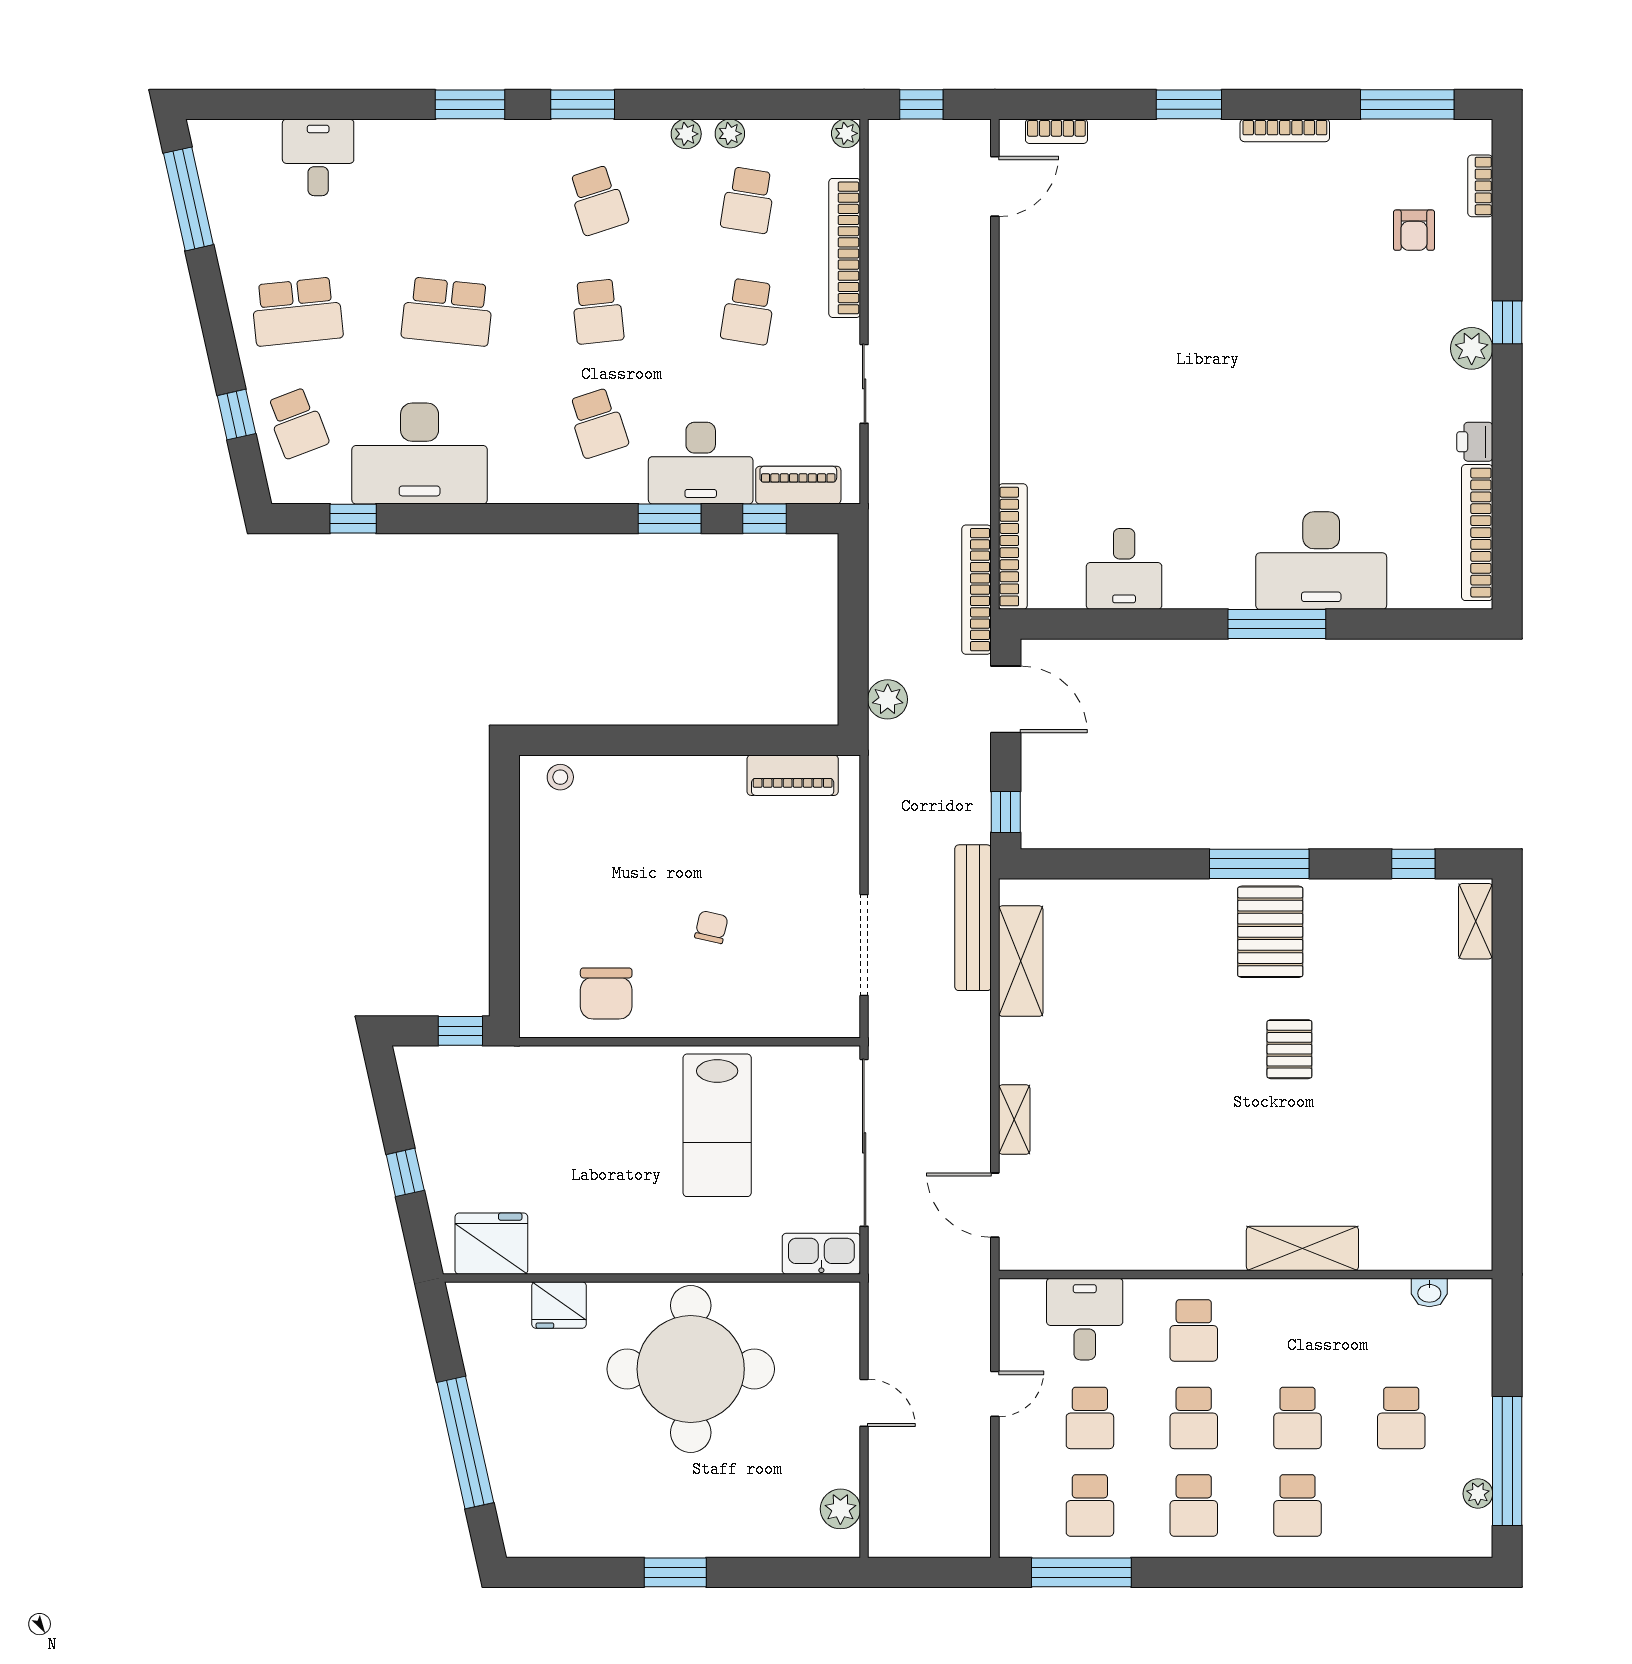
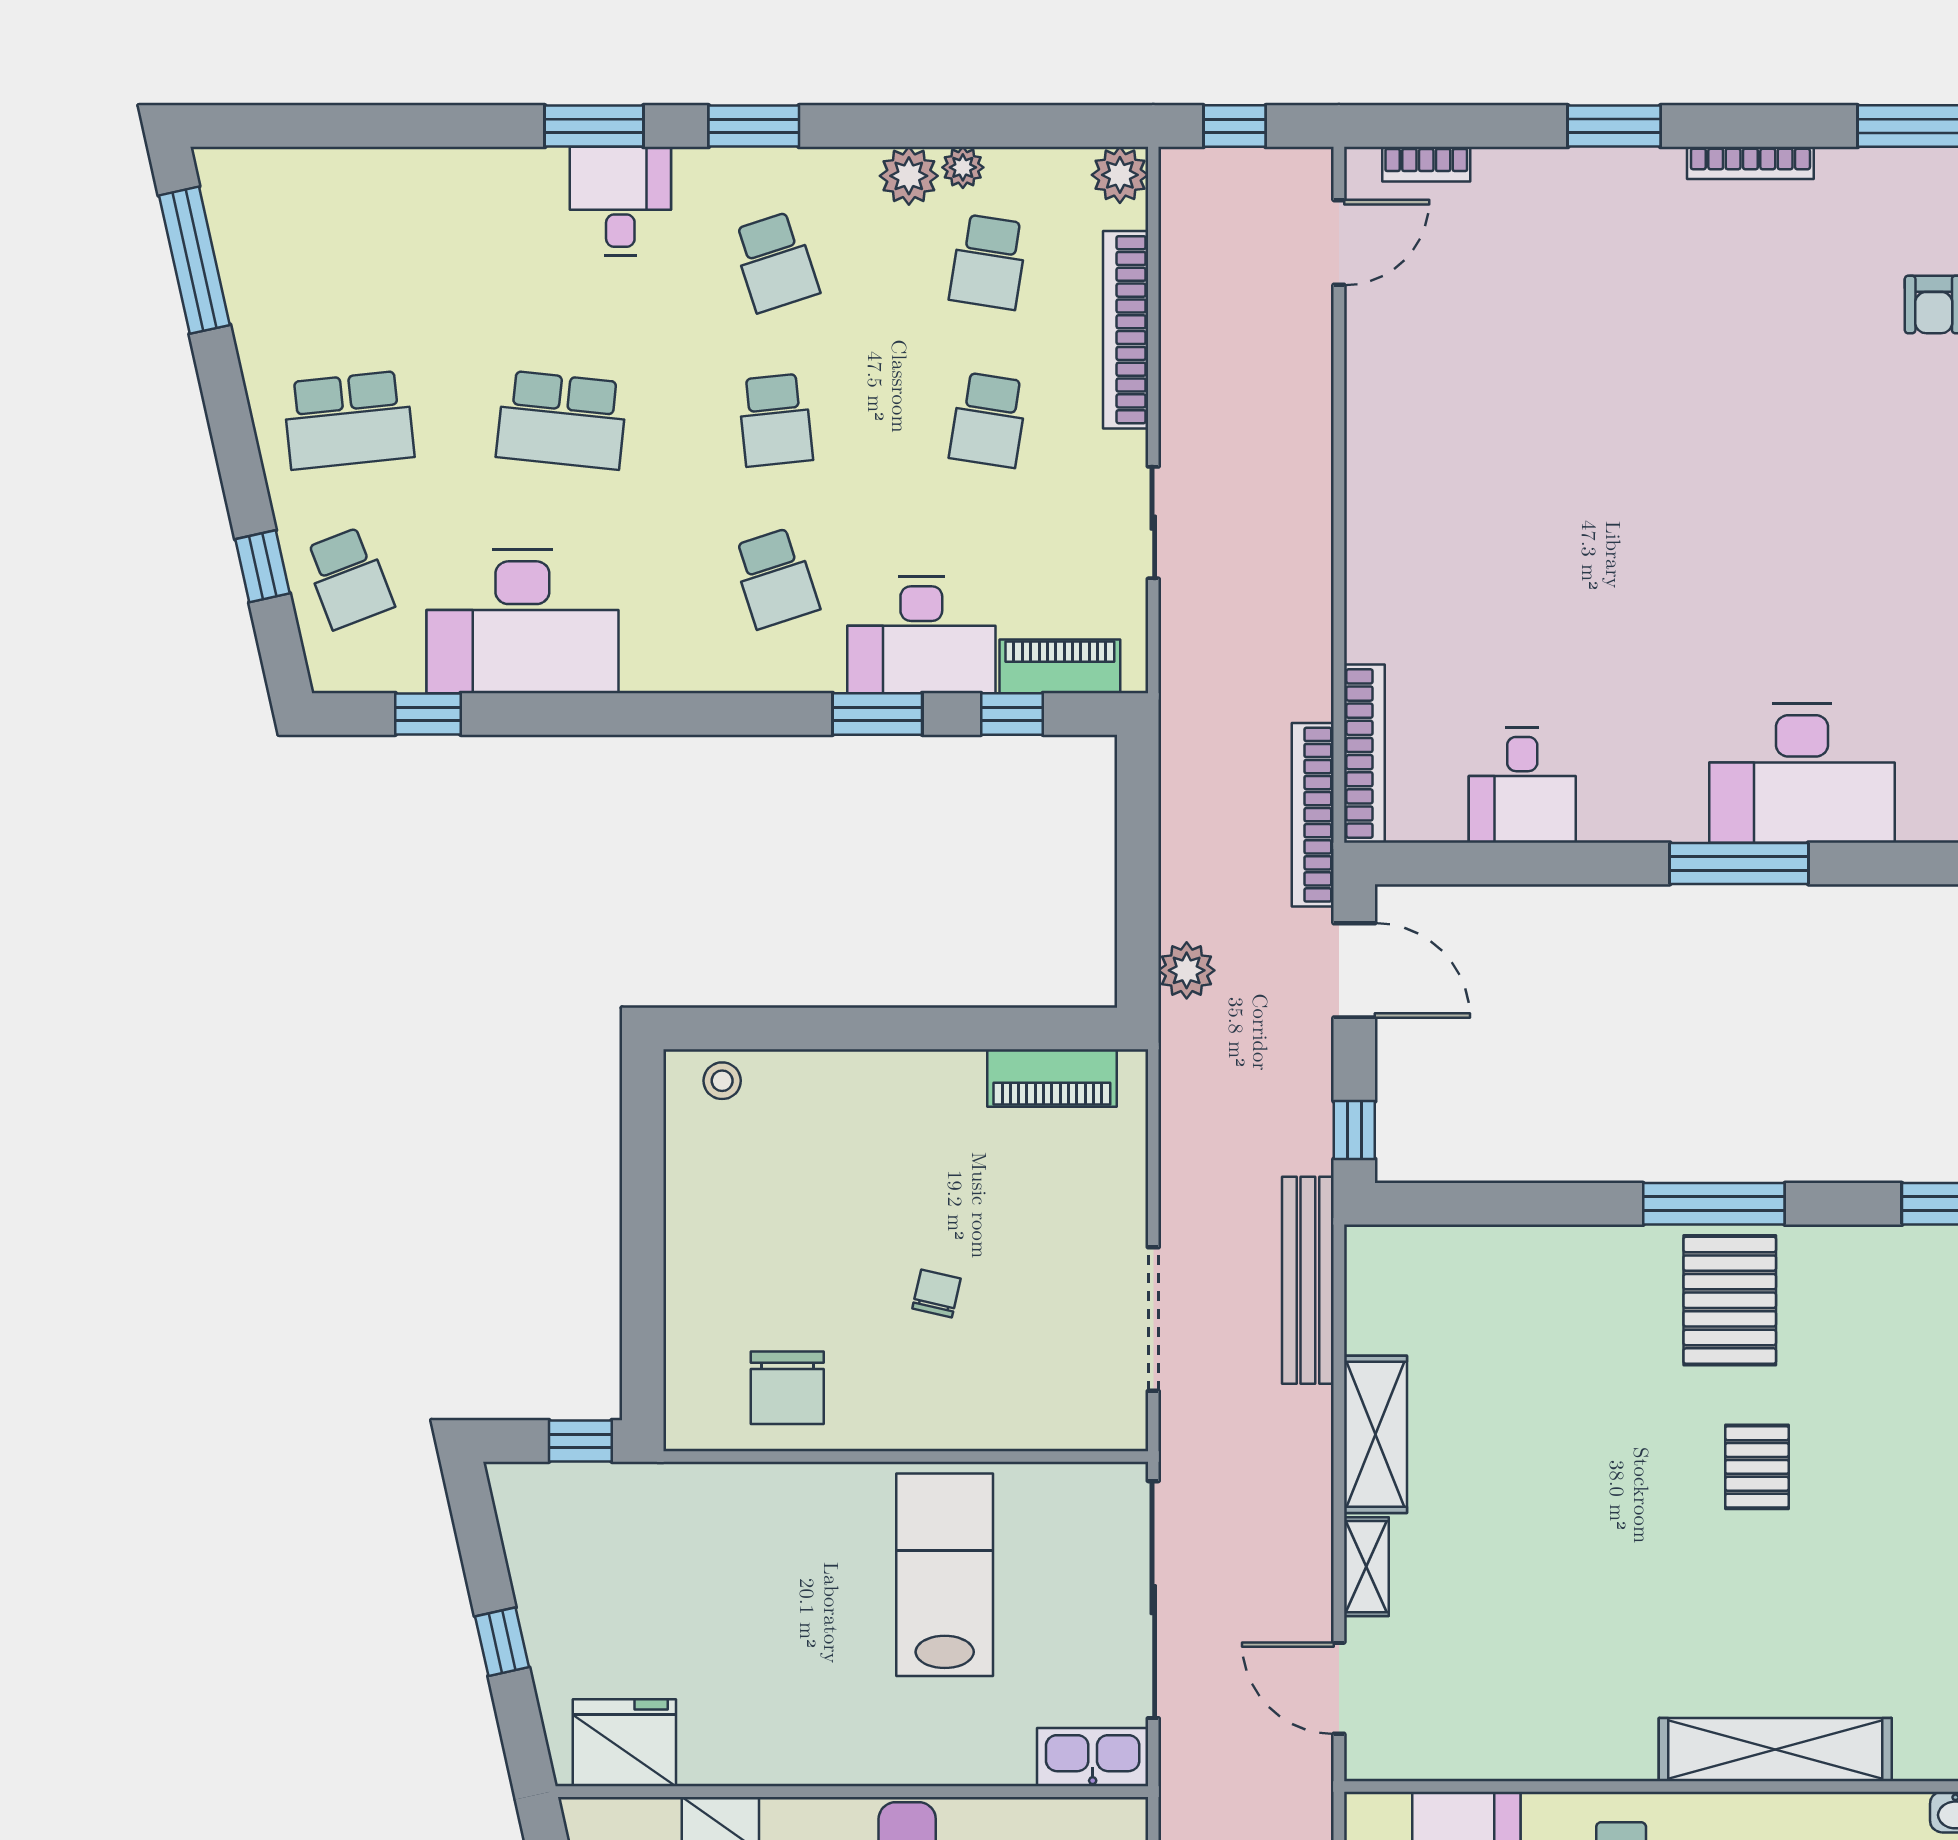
plant: (846, 133) -> (1120, 175), width x1.38, depth x1.38
plant: (686, 134) -> (909, 176), width x1.38, depth x1.38
desk: (318, 157) -> (620, 201), moved
shelving: (1021, 961) -> (1376, 1434), moved
lab bench: (717, 1125) -> (945, 1575), turned 180
shelving: (1302, 1248) -> (1775, 1750), width x1.47

